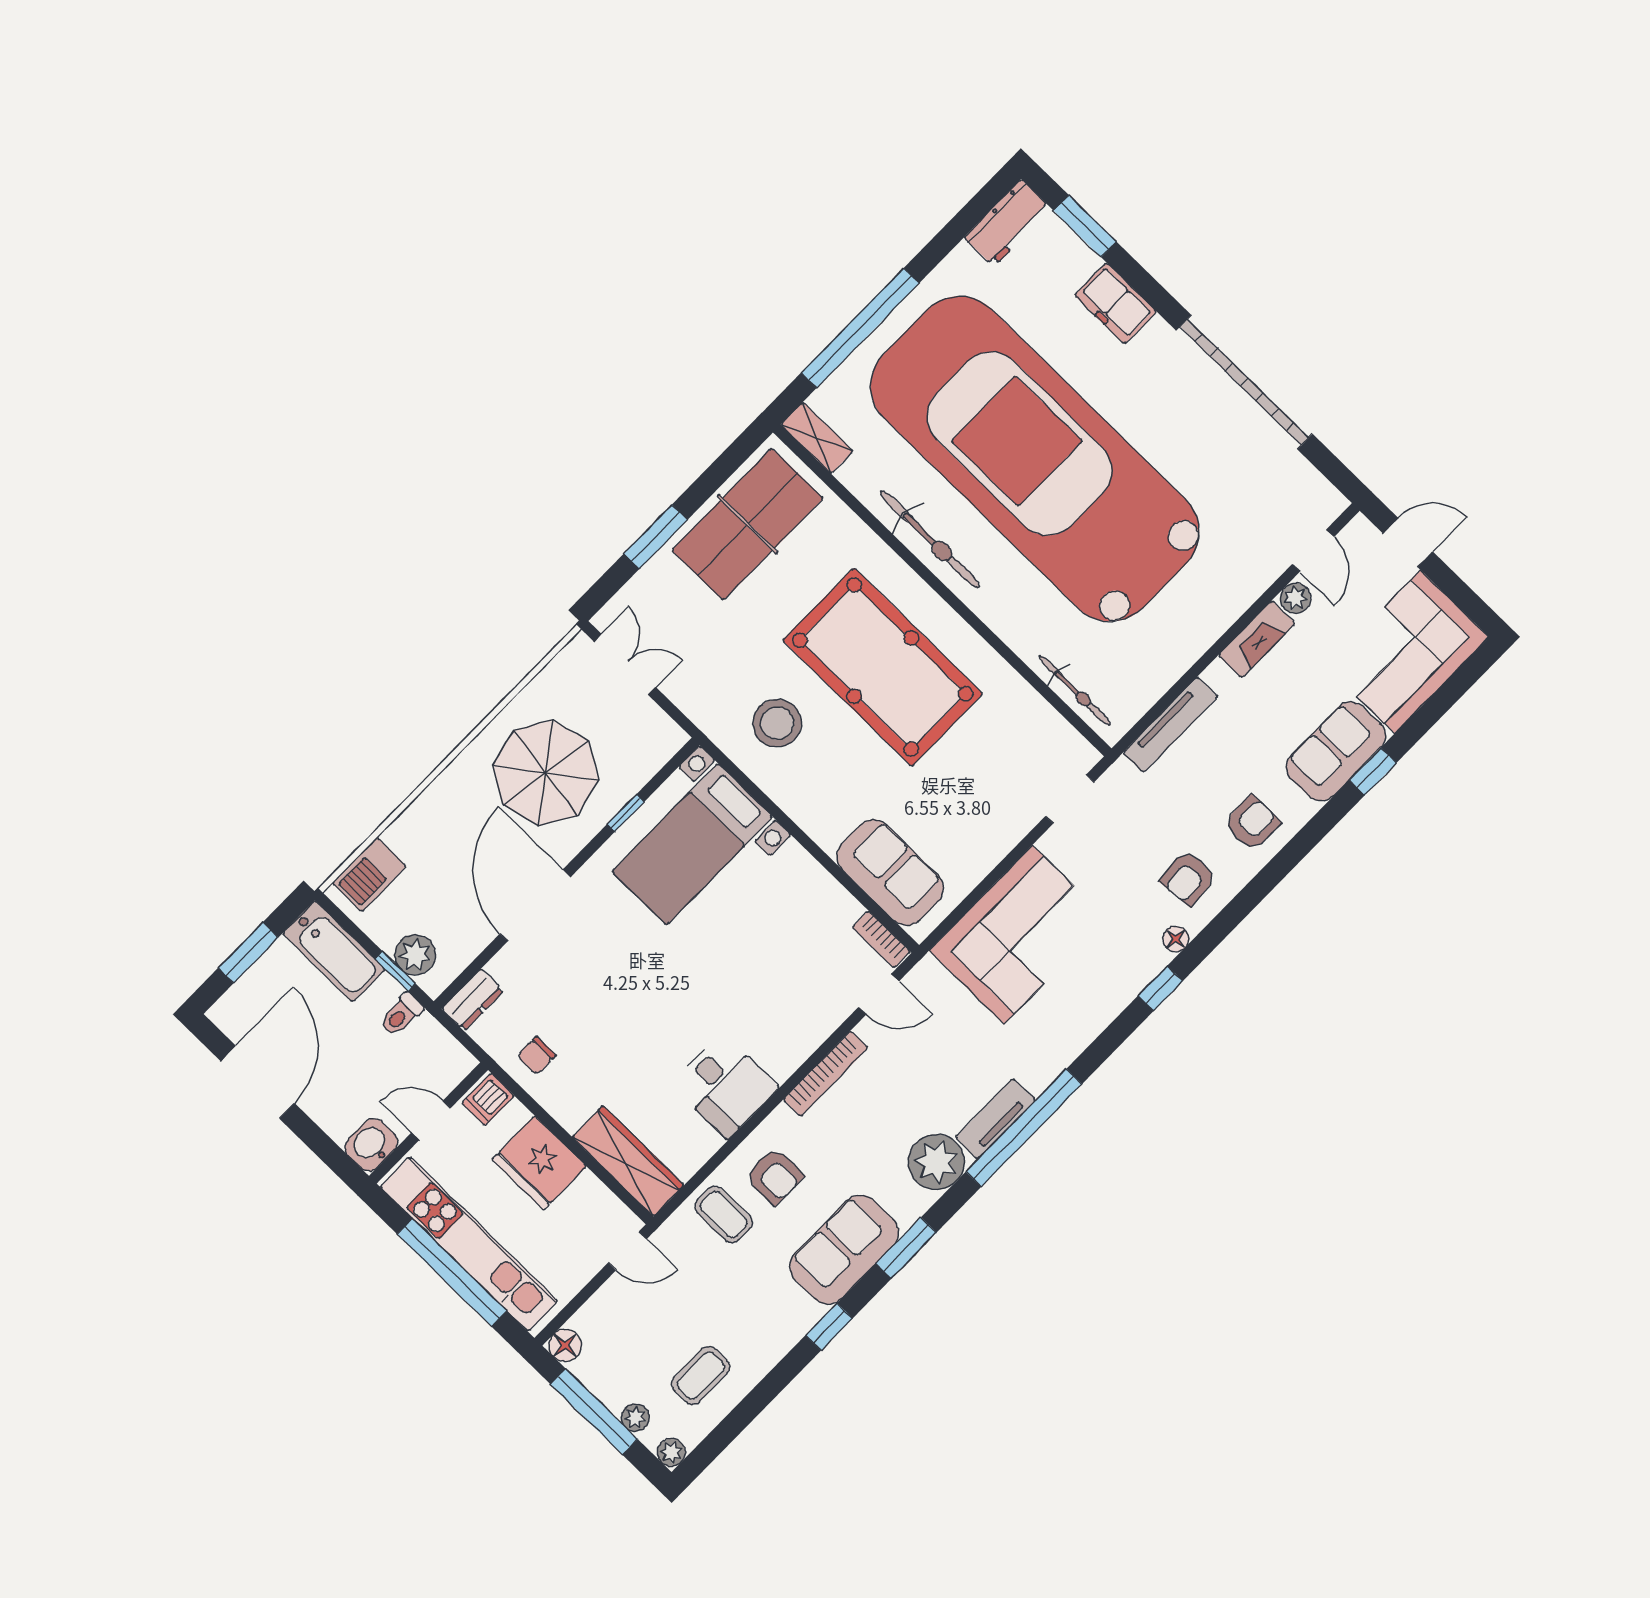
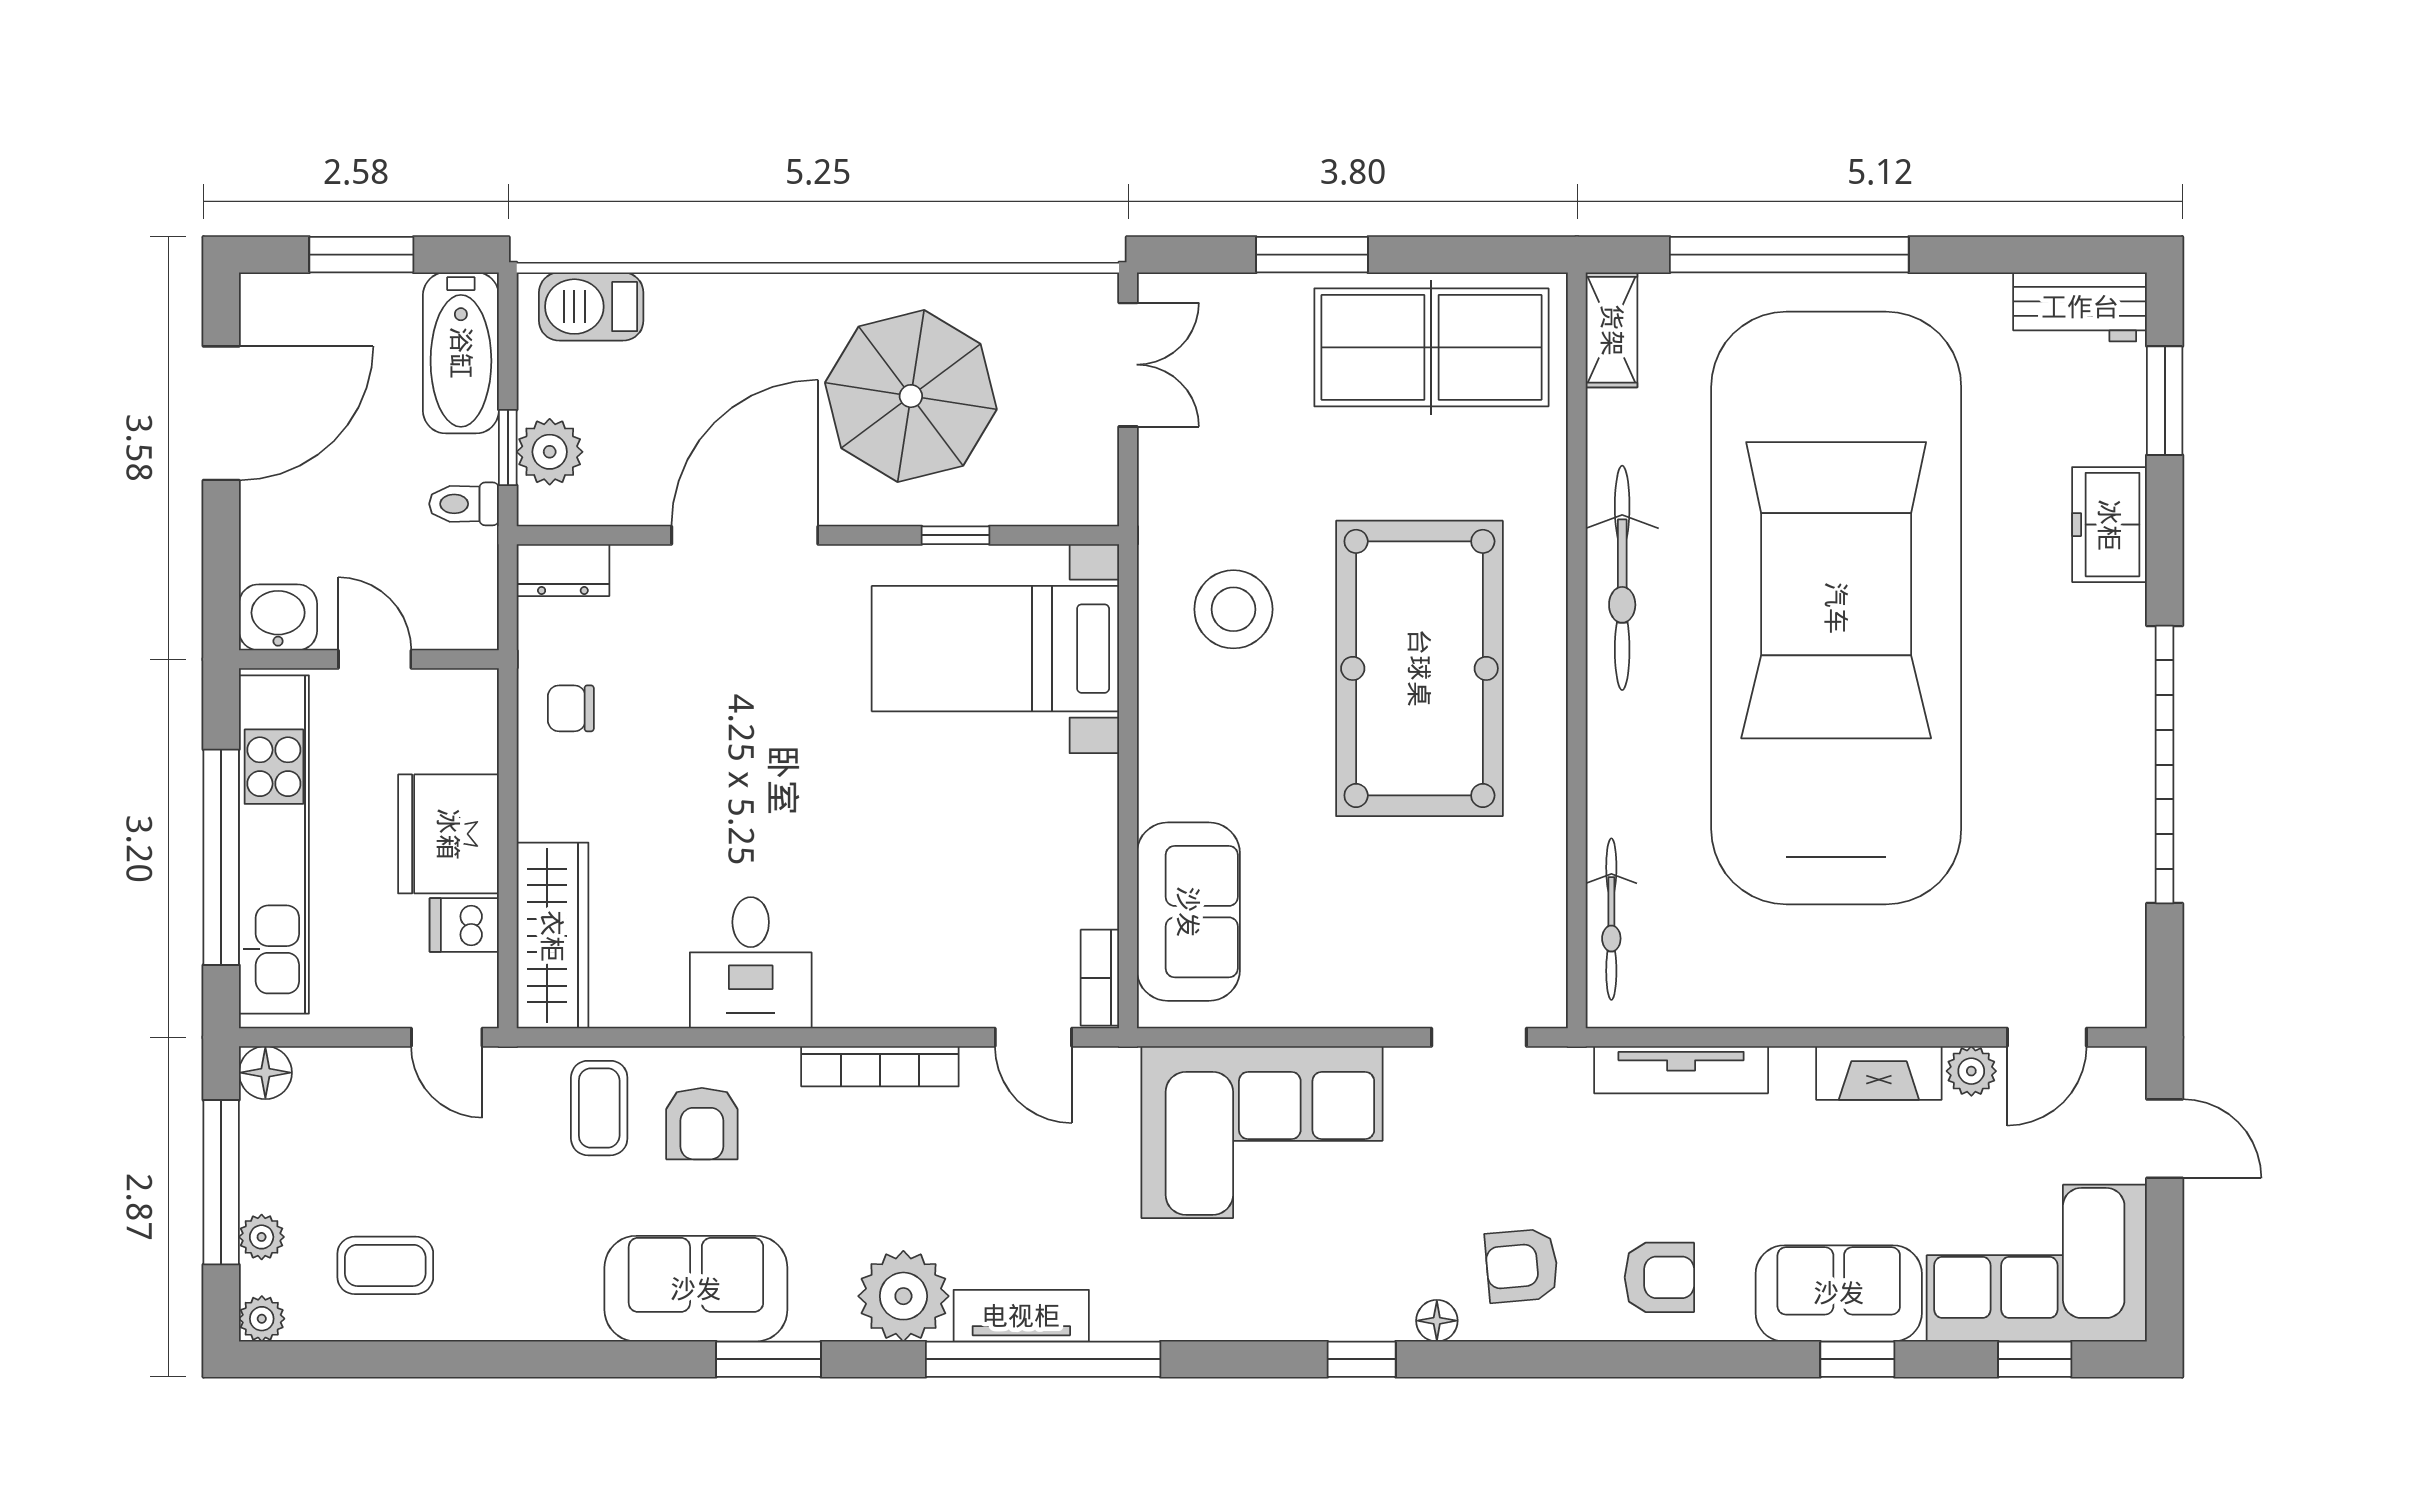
dishwasher: (488, 1099) -> (464, 925), moved
window: (829, 1327) -> (2035, 1359), moved

